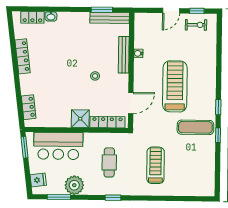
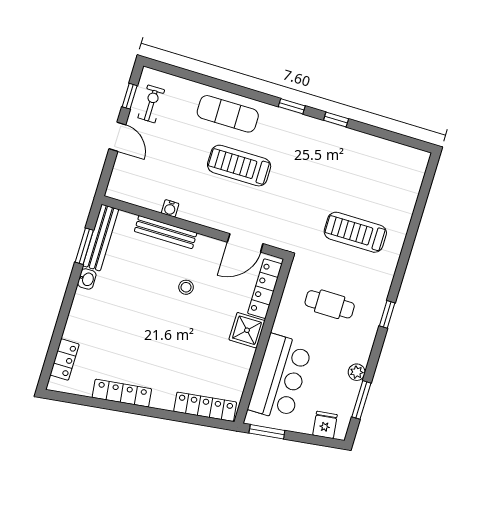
washbasin: (51, 16) -> (87, 279), moved
treadmill: (175, 86) -> (239, 166), width x0.73, depth x0.73
door: (131, 103) -> (245, 243), swing flipped
locker: (29, 107) -> (205, 407), width x1.53
exercise mat: (195, 127) -> (228, 114), moved, turned 90
plant: (74, 185) -> (357, 372), width x0.53, depth x0.53

